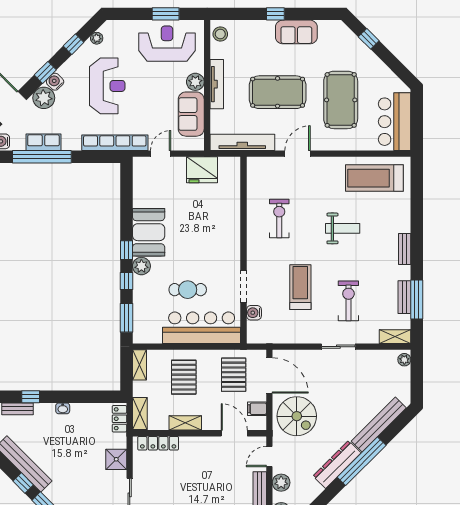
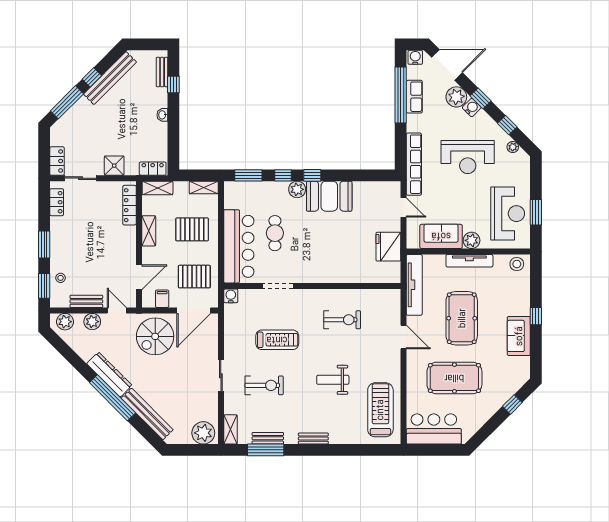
weight bench: (343, 228) -> (333, 380), turned 90
water cooler: (254, 313) -> (231, 296), moved
plant: (404, 360) -> (203, 433), width x1.87, depth x1.87

